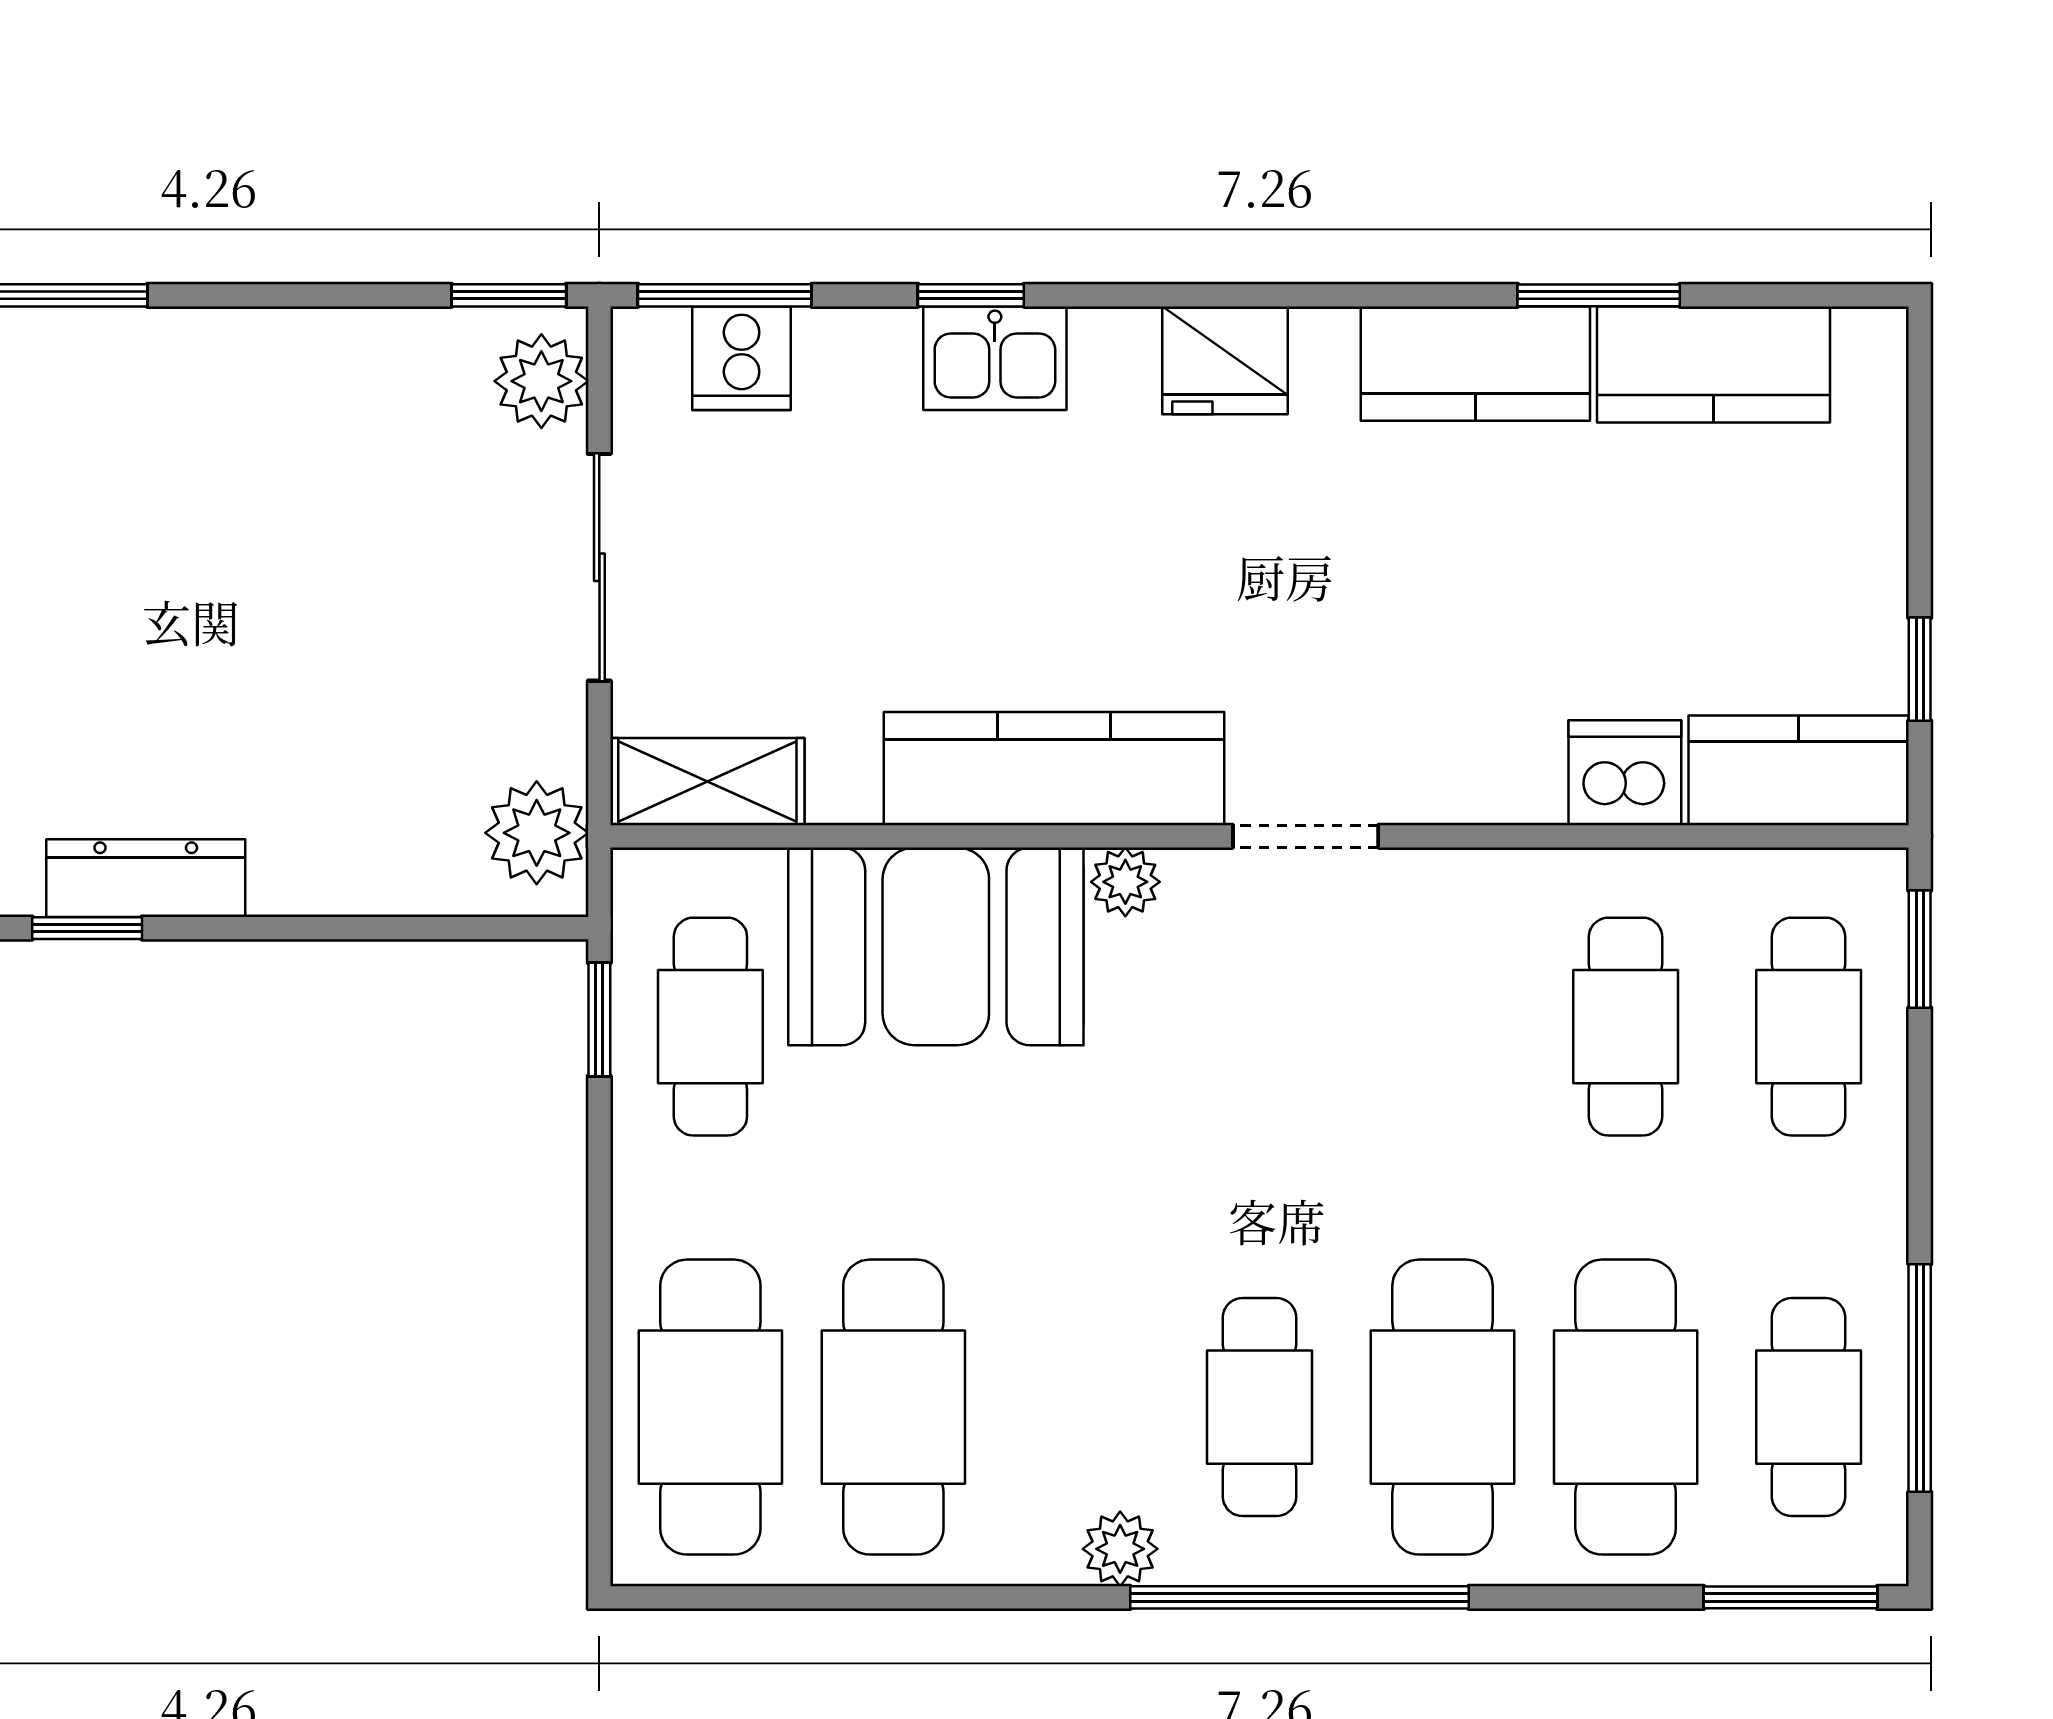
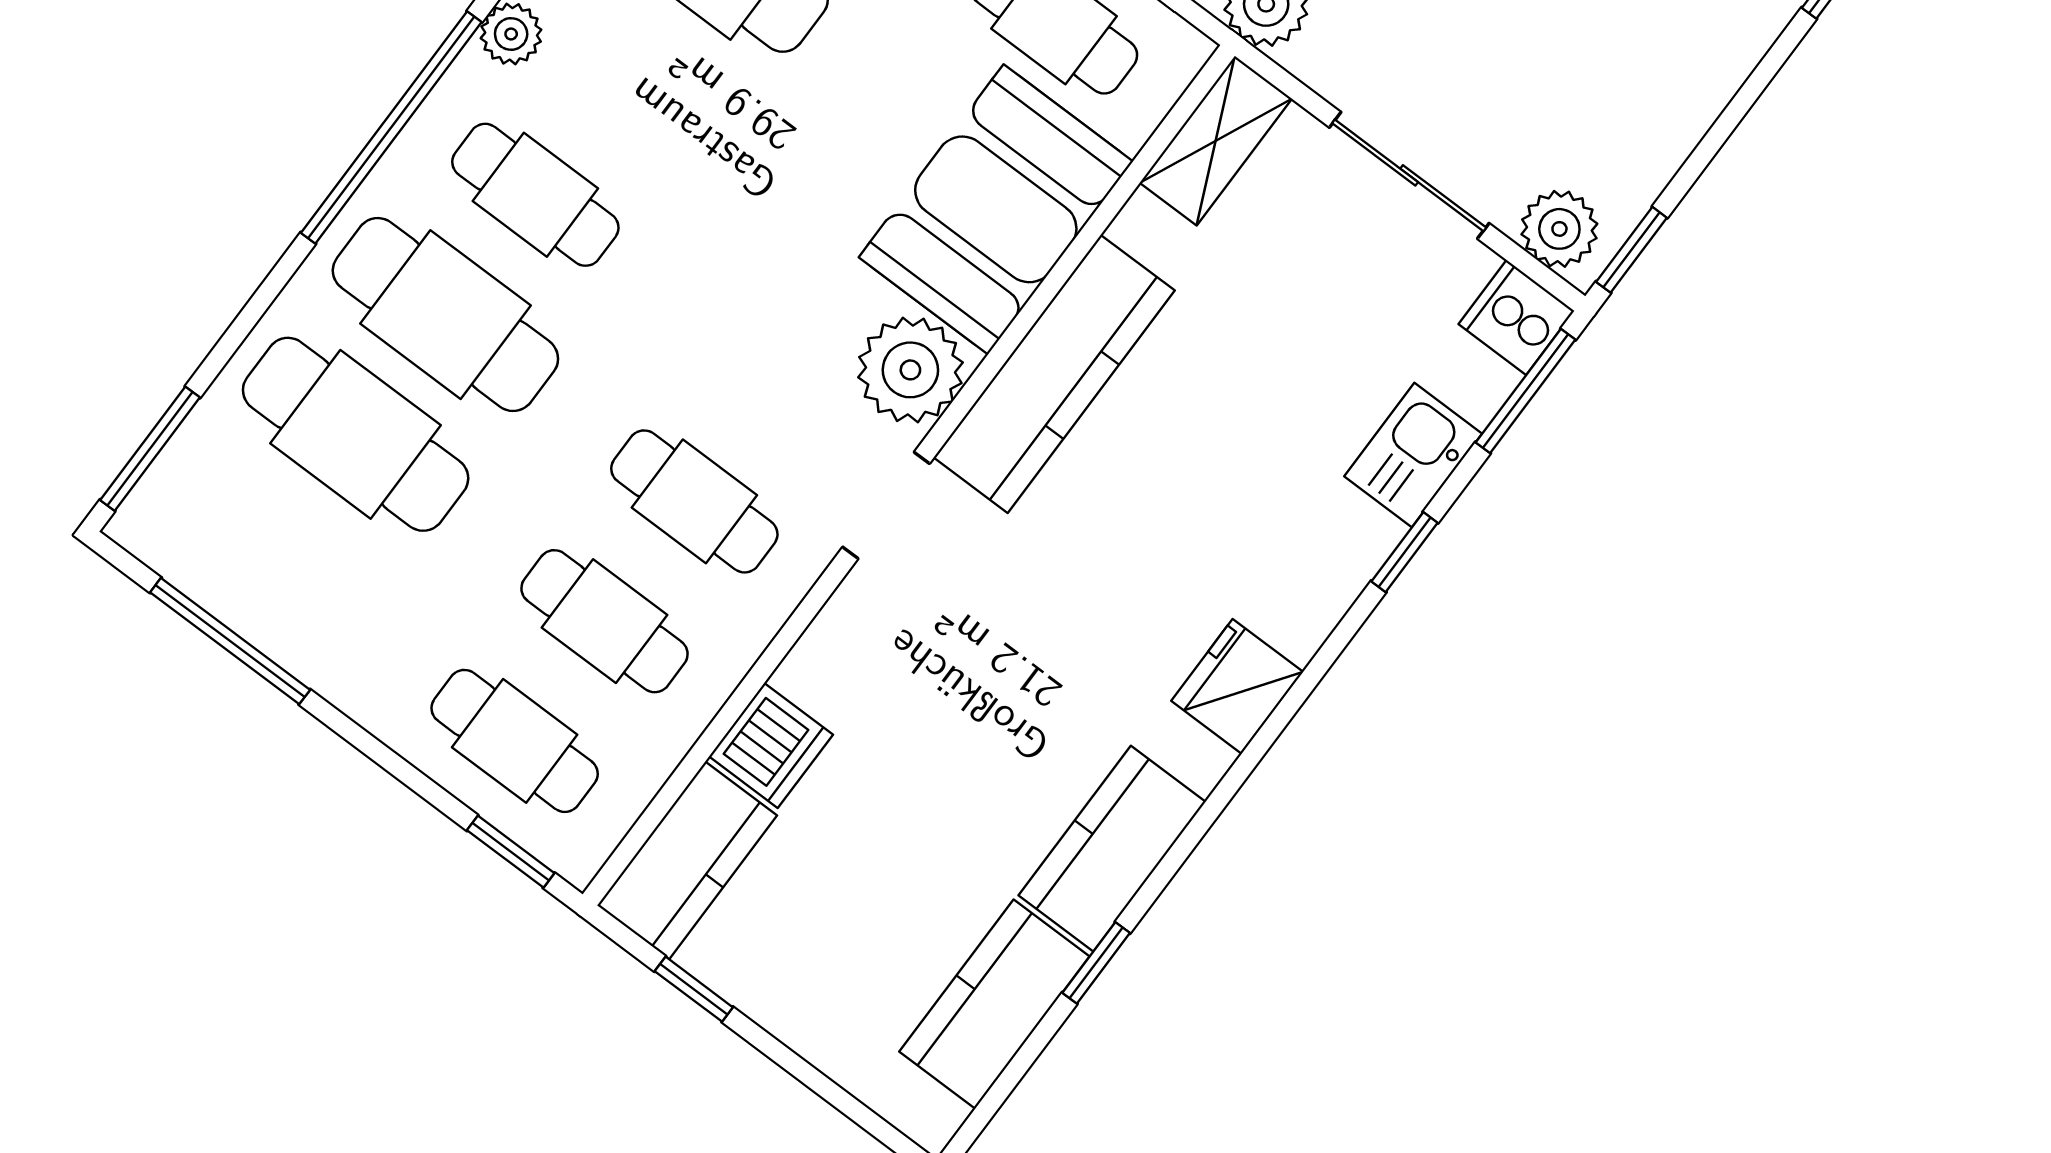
window: (1599, 295) -> (1096, 963), width x0.67
cooker: (742, 358) -> (1516, 317), moved
kitchen sink: (995, 358) -> (1413, 455), moved
plant: (1125, 882) -> (910, 370), width x1.87, depth x1.87
cafe table: (1809, 1407) -> (694, 501), moved

